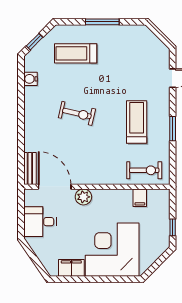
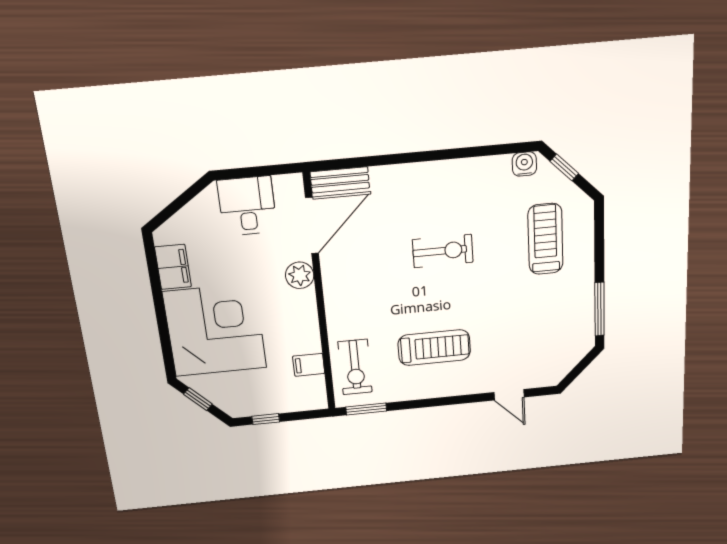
window: (102, 22) -> (600, 309), moved
water cooler: (31, 79) -> (524, 164), moved
exercise bike: (77, 113) -> (443, 251), turned -103
window: (173, 129) -> (366, 409), moved
window: (155, 266) -> (198, 399), added

